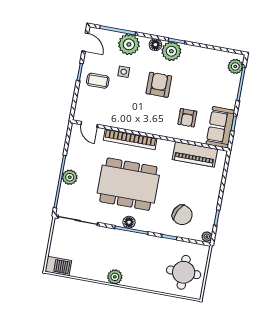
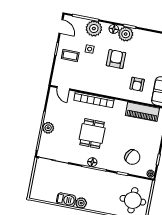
dining table: (128, 184) -> (92, 134), width x0.53, depth x0.80
barbecue: (58, 266) -> (66, 200), moved

